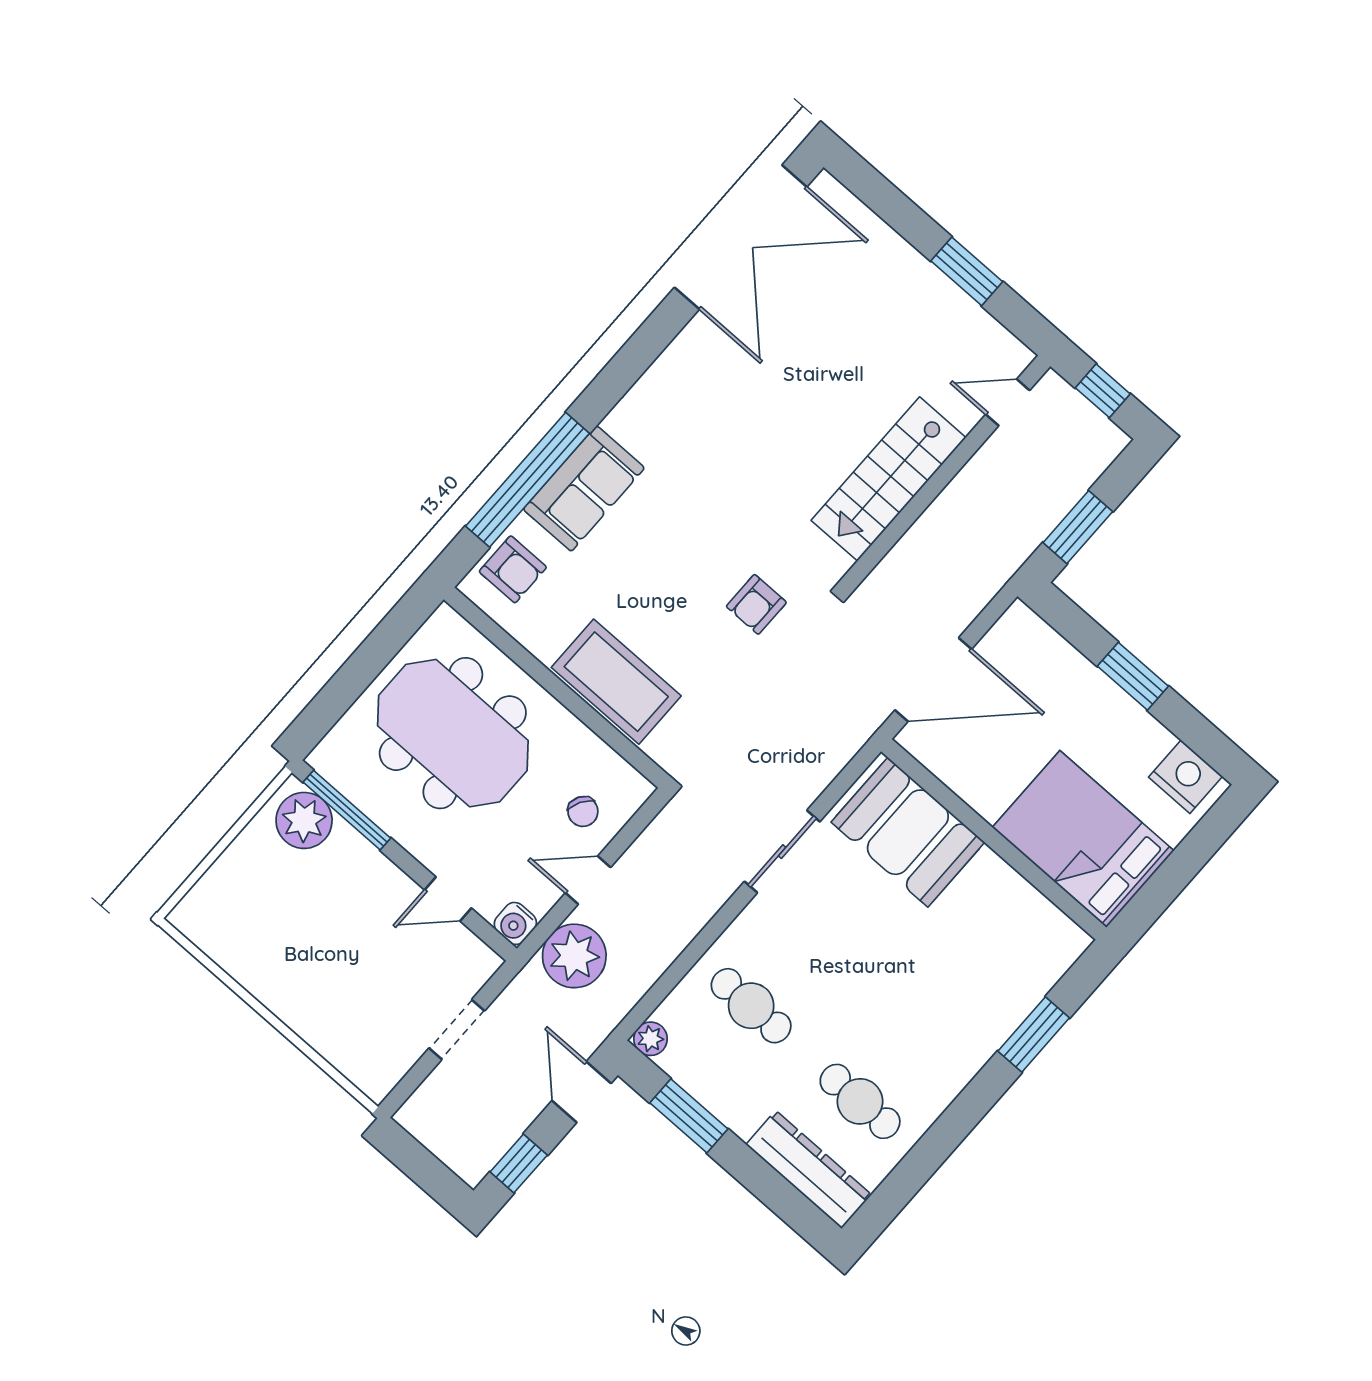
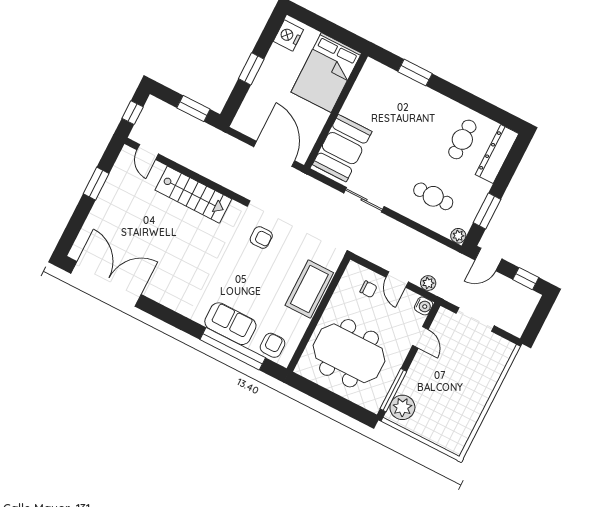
meeting table: (453, 733) -> (349, 353), turned 90
chair: (583, 812) -> (368, 289), turned 60
plant: (574, 956) -> (428, 283), width x0.53, depth x0.53
cafe table: (751, 1006) -> (433, 196), turned 90
doorway: (457, 1029) -> (475, 320), width x1.38

